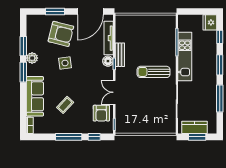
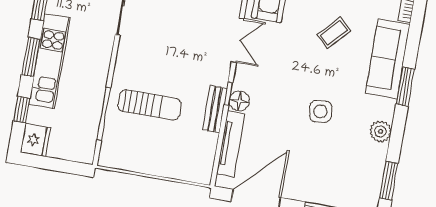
armchair: (61, 34) -> (319, 167), removed
window: (23, 46) -> (389, 181), moved
kitchen unit: (185, 56) -> (49, 61), moved, turned 180
window: (23, 72) -> (405, 87), moved
sun lounger: (154, 72) -> (149, 105), moved

